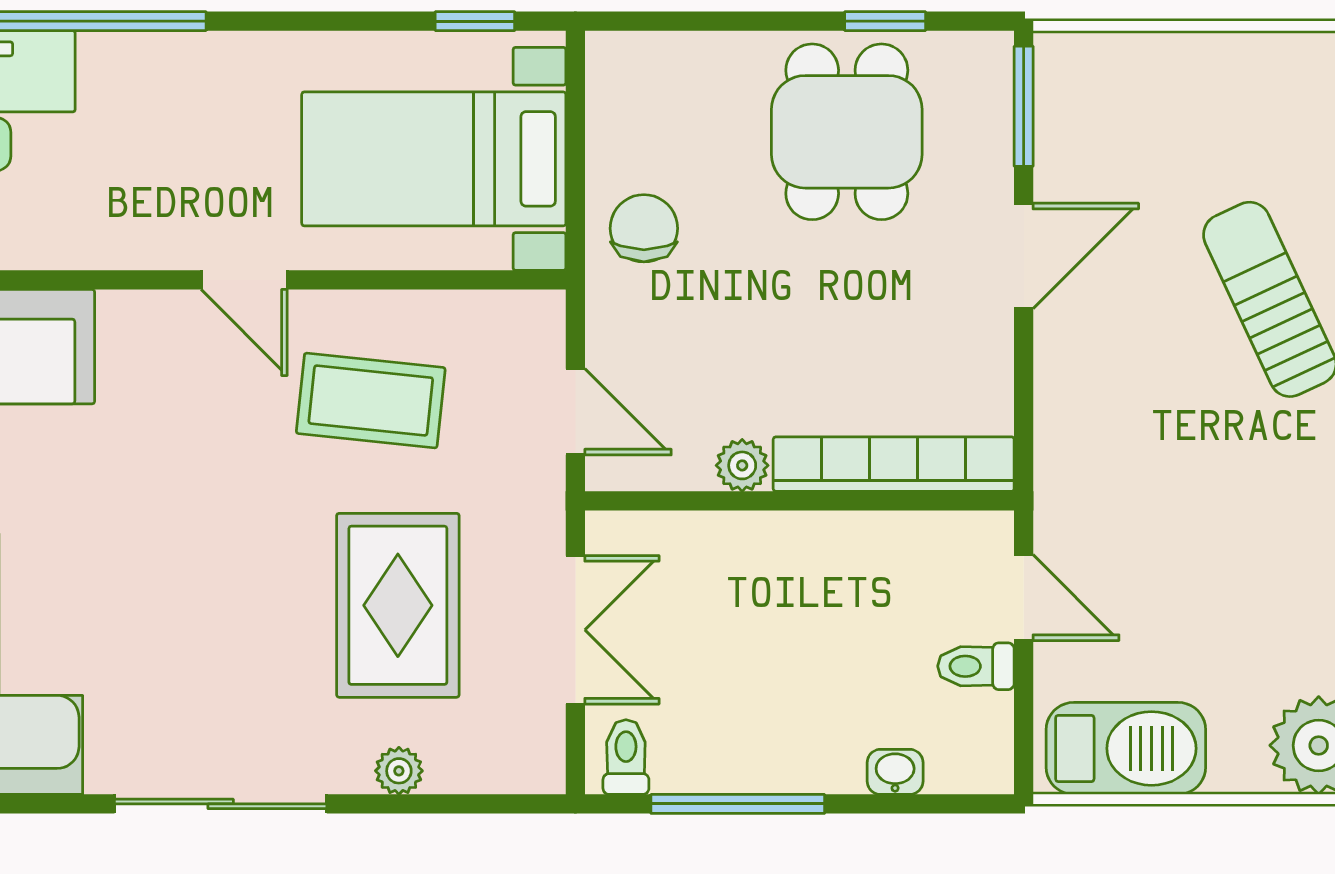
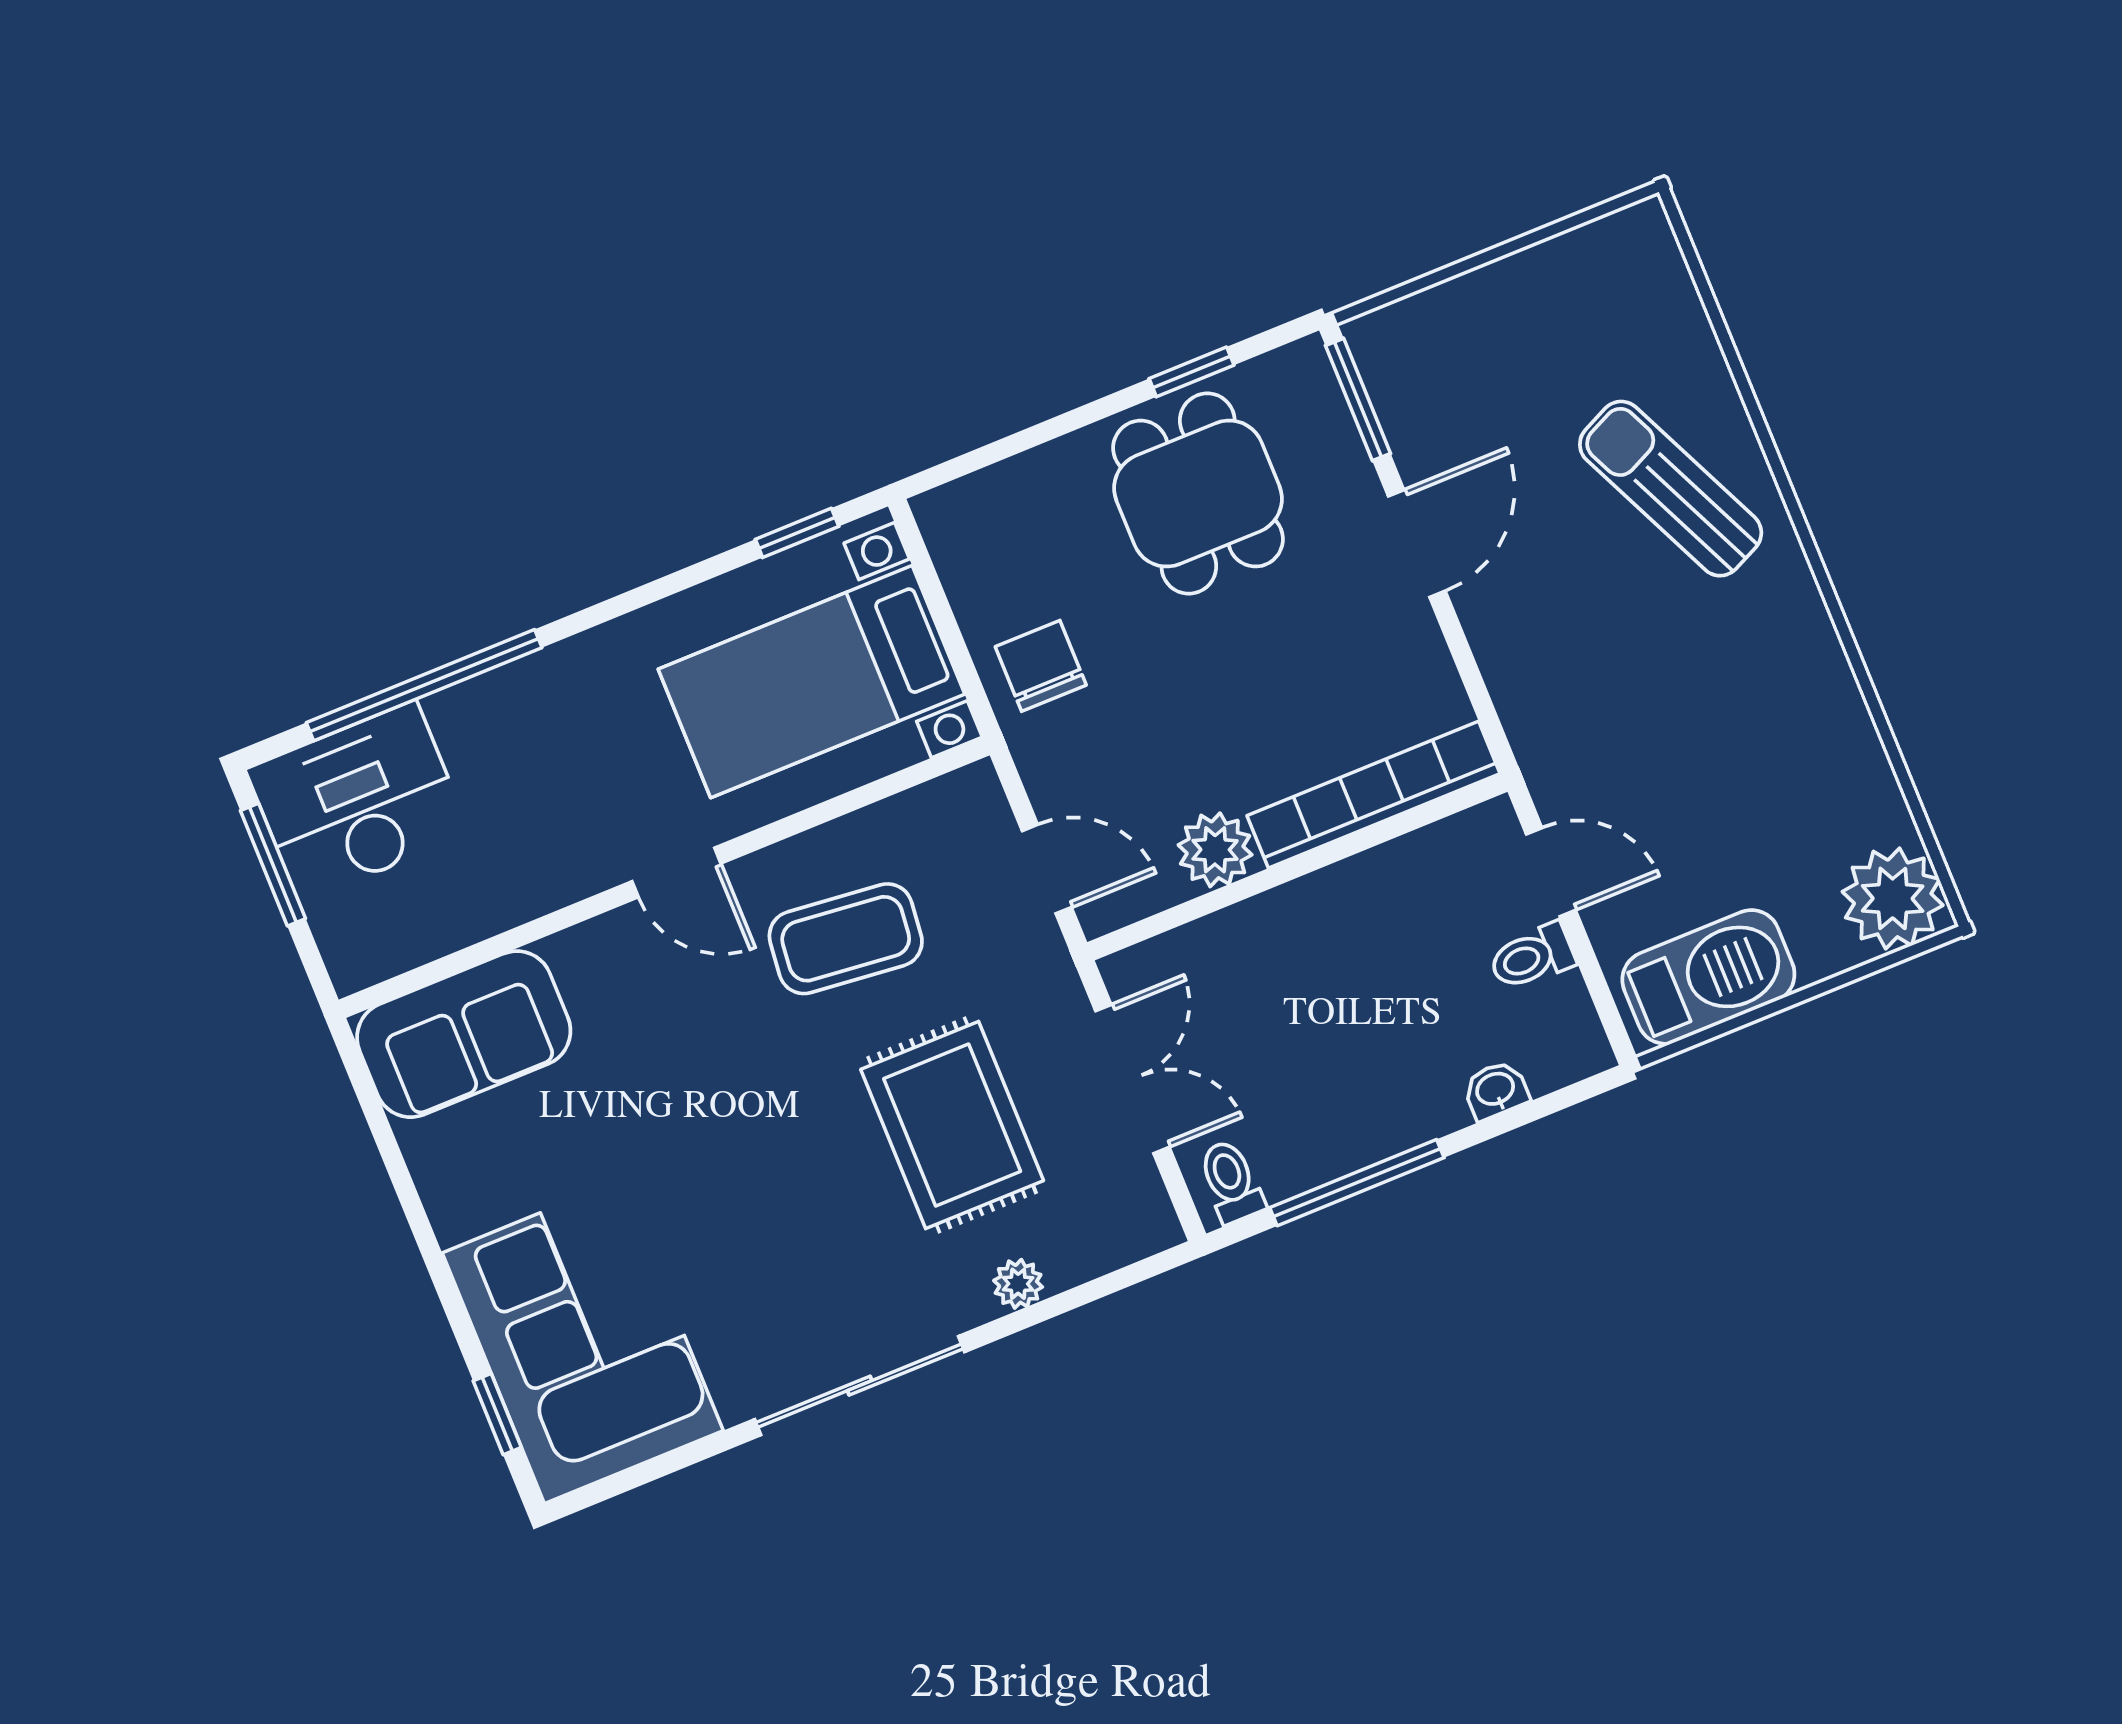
plant: (742, 465) -> (1215, 850), width x1.38, depth x1.38

